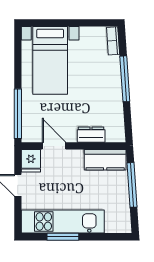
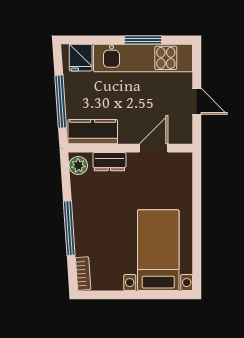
window: (18, 114) -> (197, 187), removed
plant: (117, 131) -> (78, 165), added
door: (54, 146) -> (154, 148), swing flipped
fridge: (31, 161) -> (81, 58), moved, turned 180

